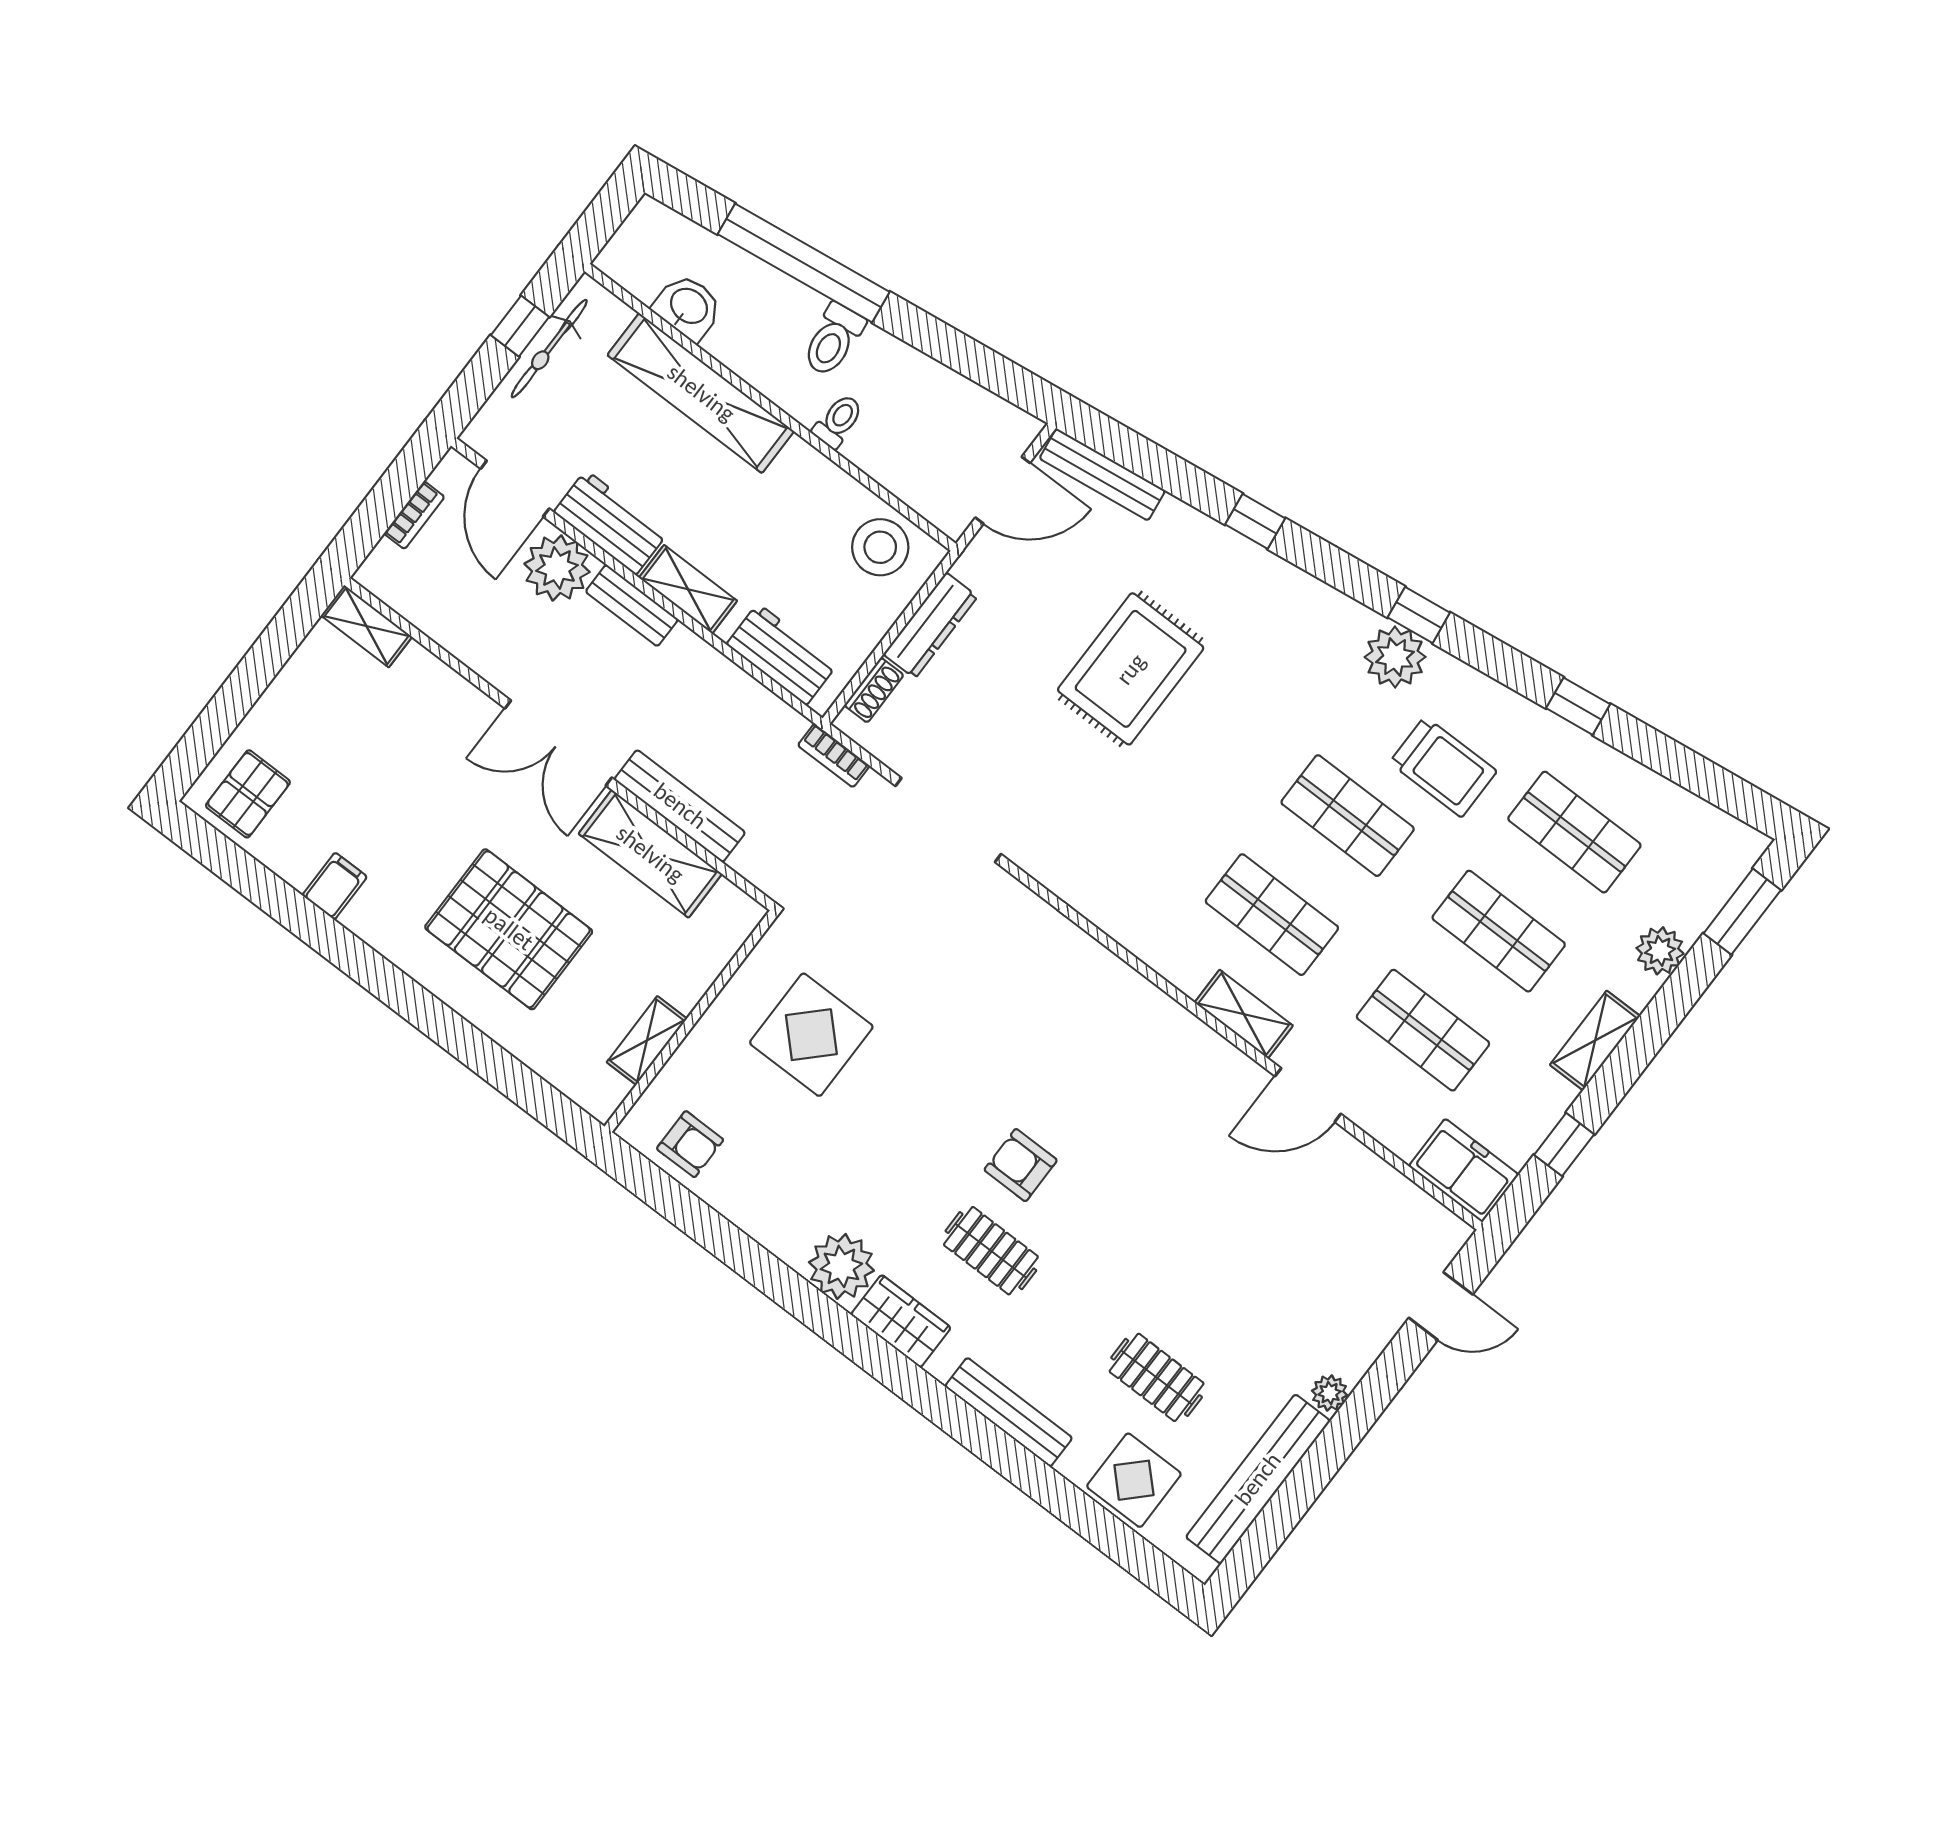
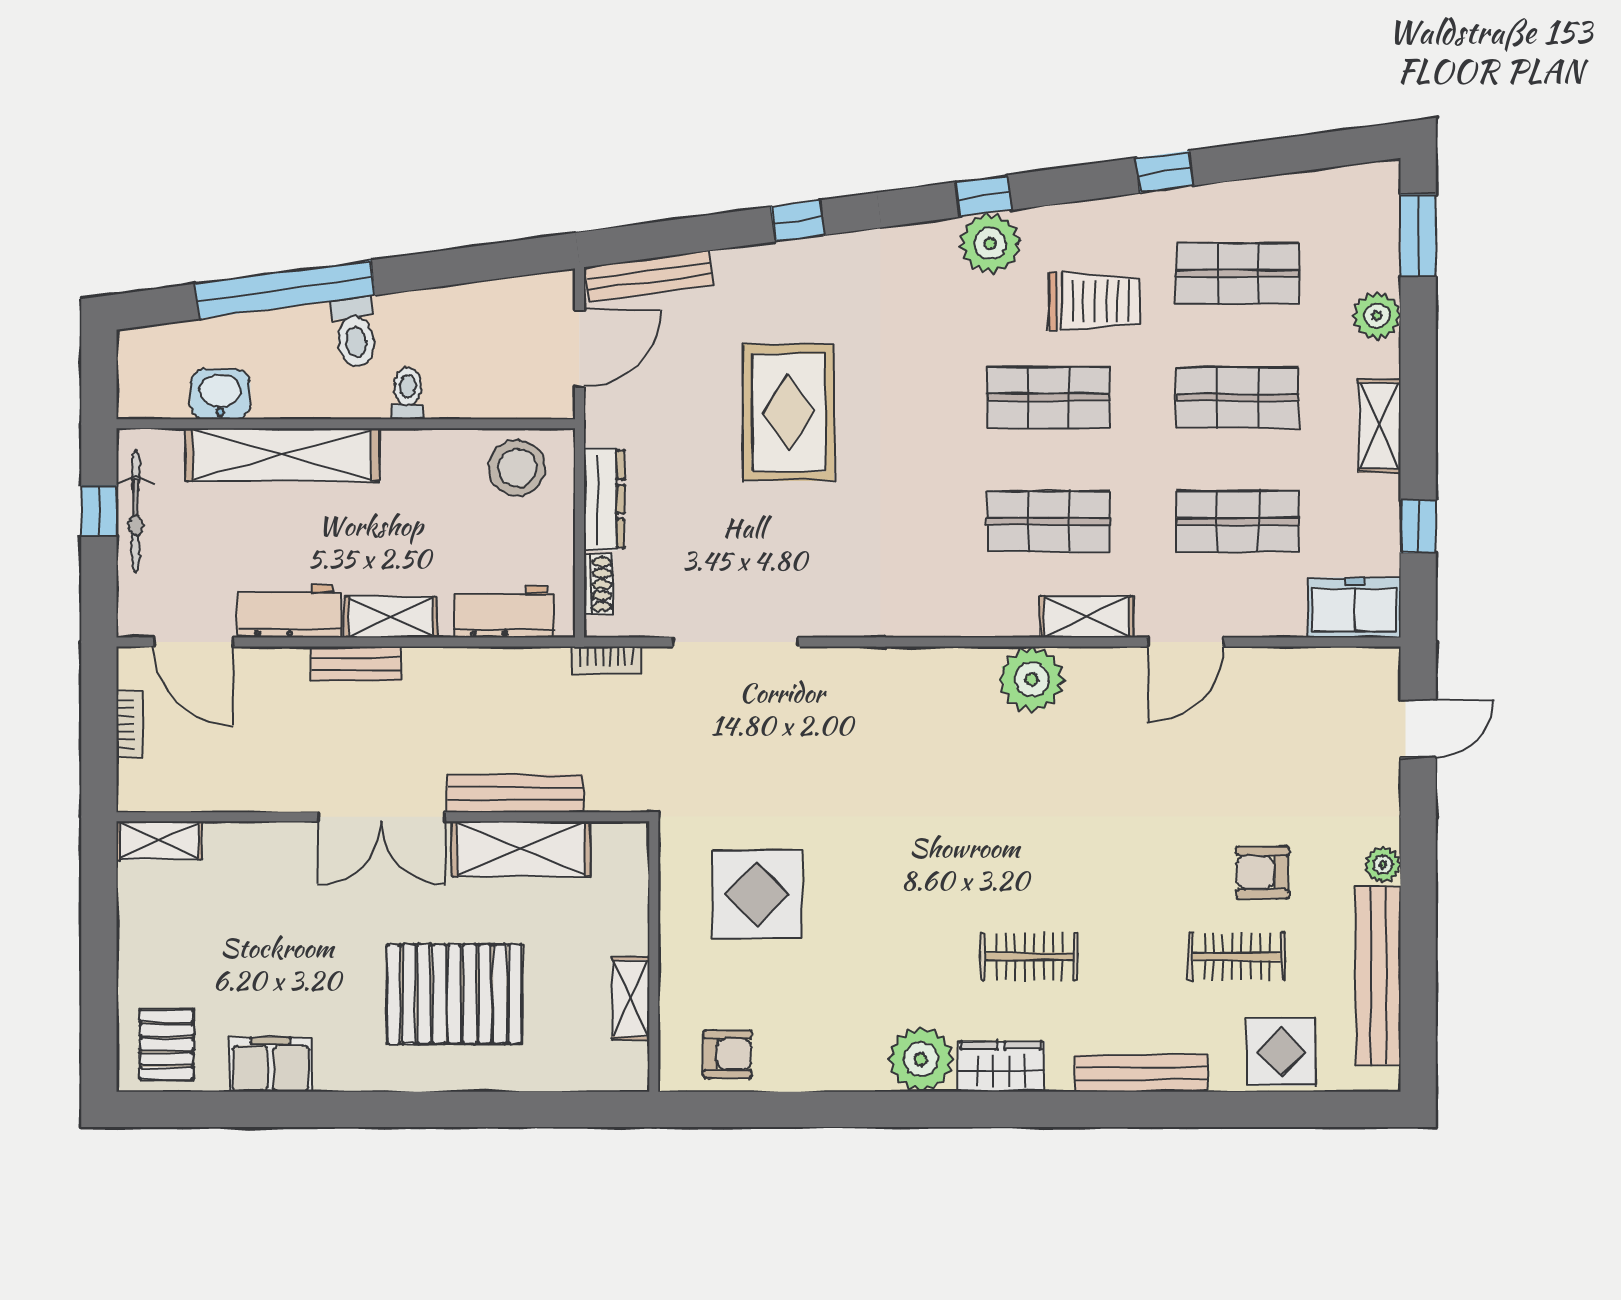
plant: (557, 568) -> (1032, 679), moved
filing cabinet: (335, 886) -> (270, 1065), width x2.00
armchair: (1021, 1165) -> (1263, 872), moved

